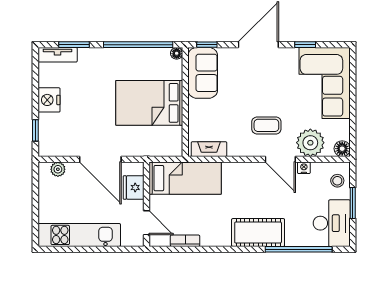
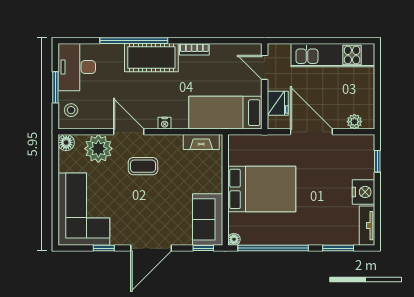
tv unit: (58, 55) -> (367, 226), moved, turned -90
nightstand: (304, 168) -> (165, 123), moved
bookcase: (185, 241) -> (194, 49), moved
window: (299, 249) -> (134, 41), moved

